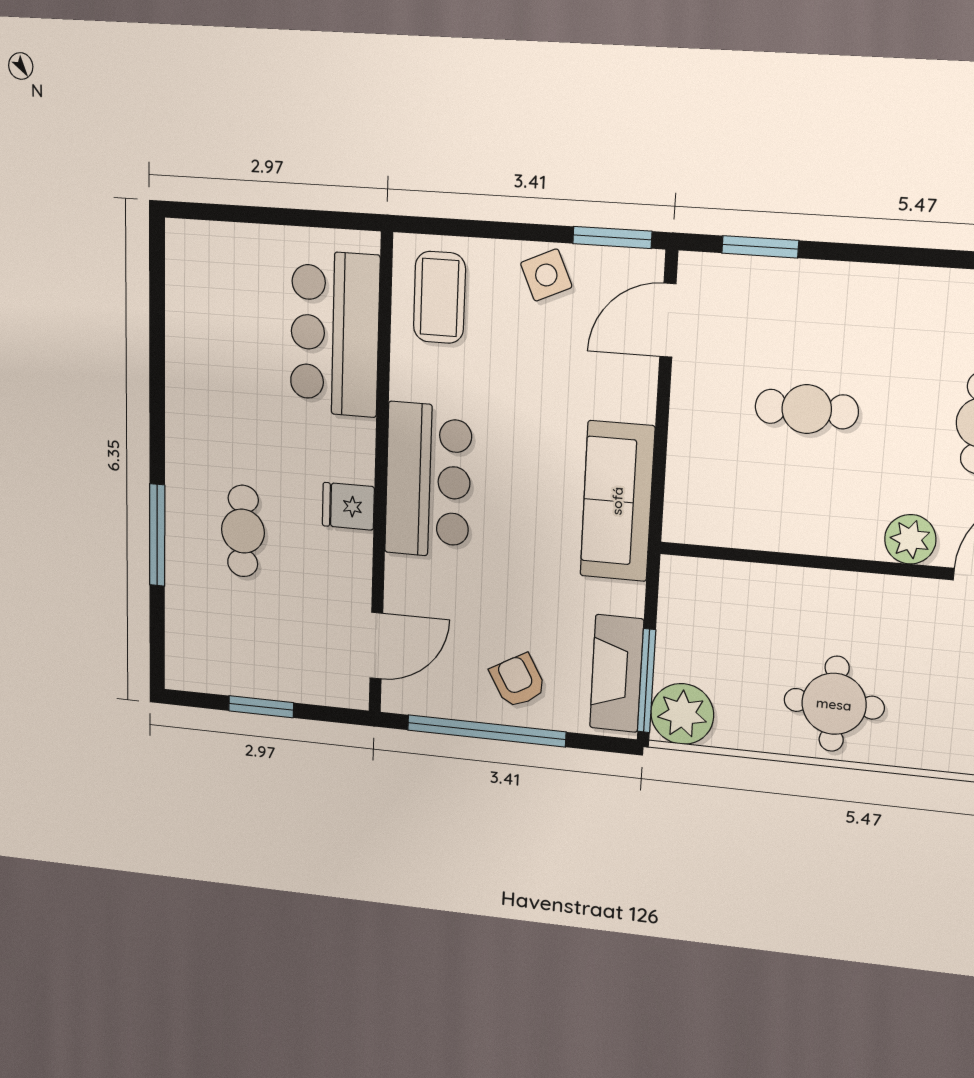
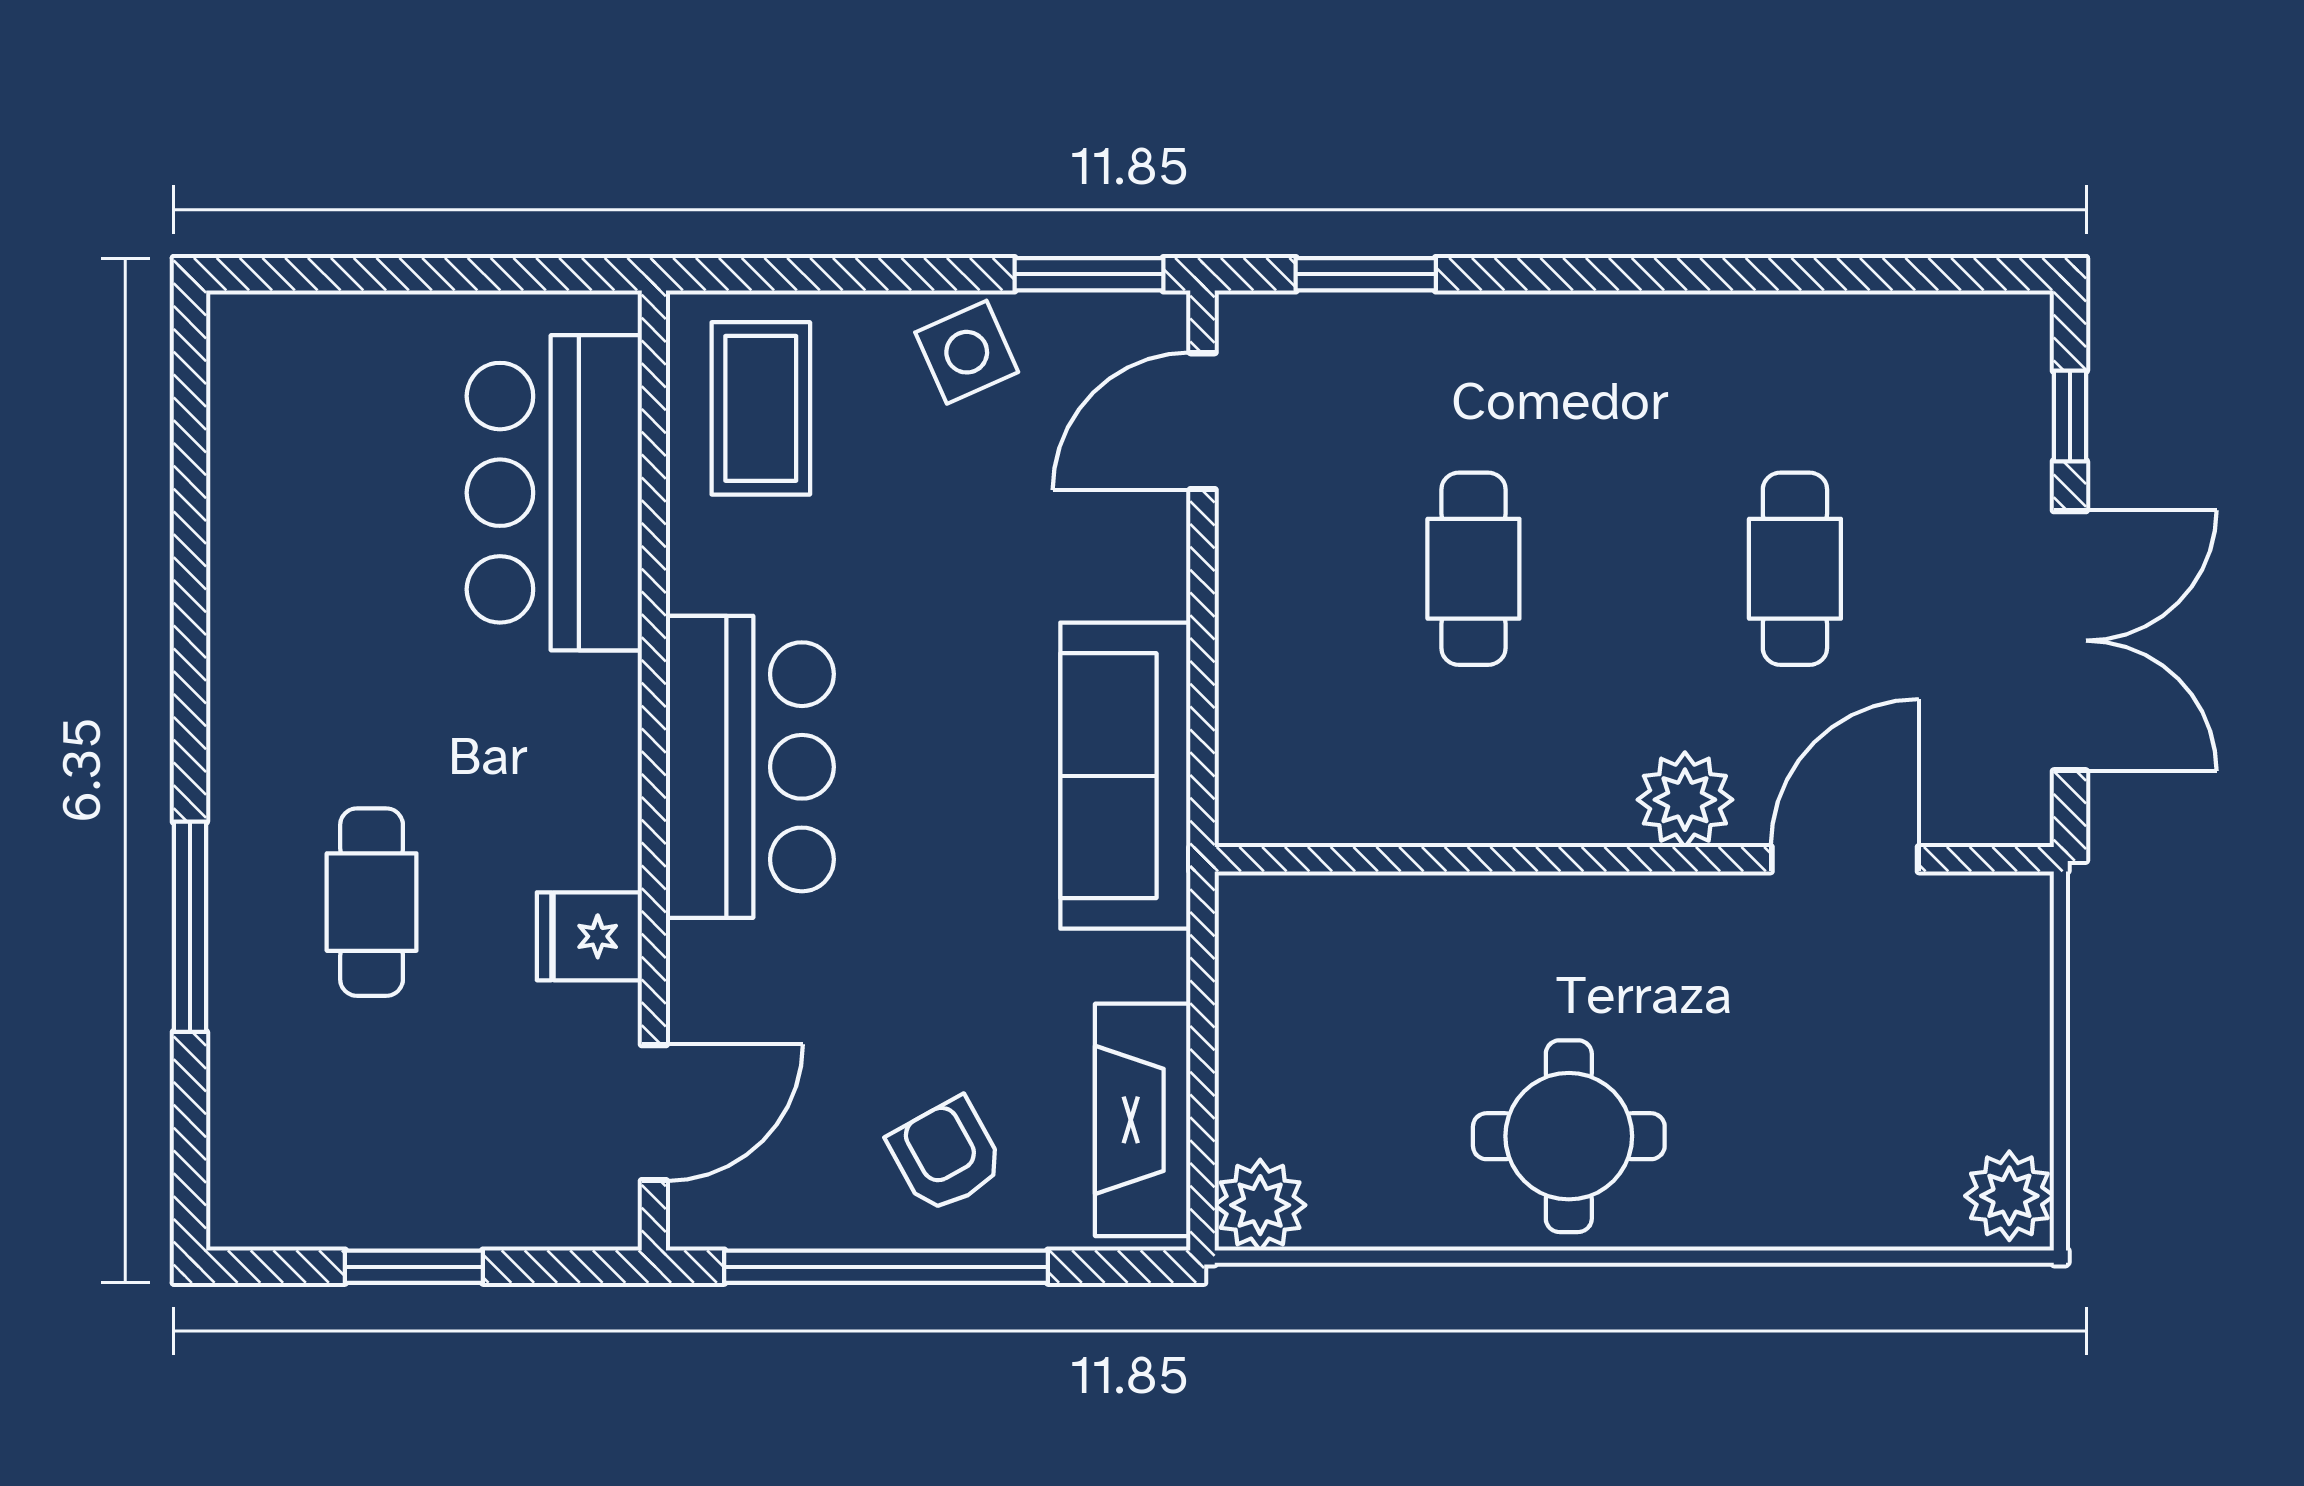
cafe table: (807, 409) -> (1473, 569), turned 90
fridge: (348, 506) -> (589, 936), moved
window: (647, 681) -> (1203, 1128), removed
plant: (682, 714) -> (1260, 1205), width x0.73, depth x0.73

